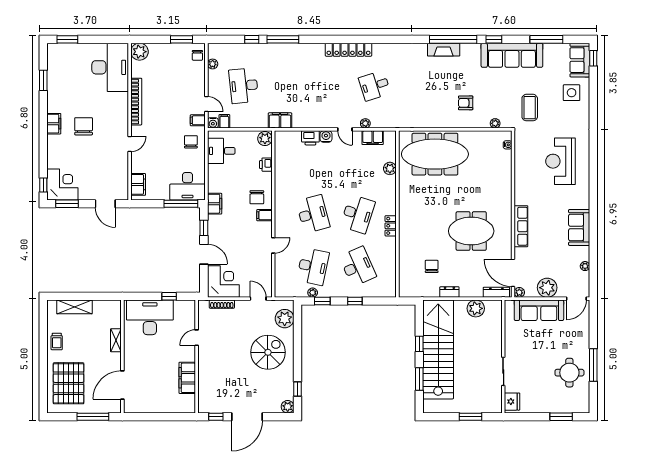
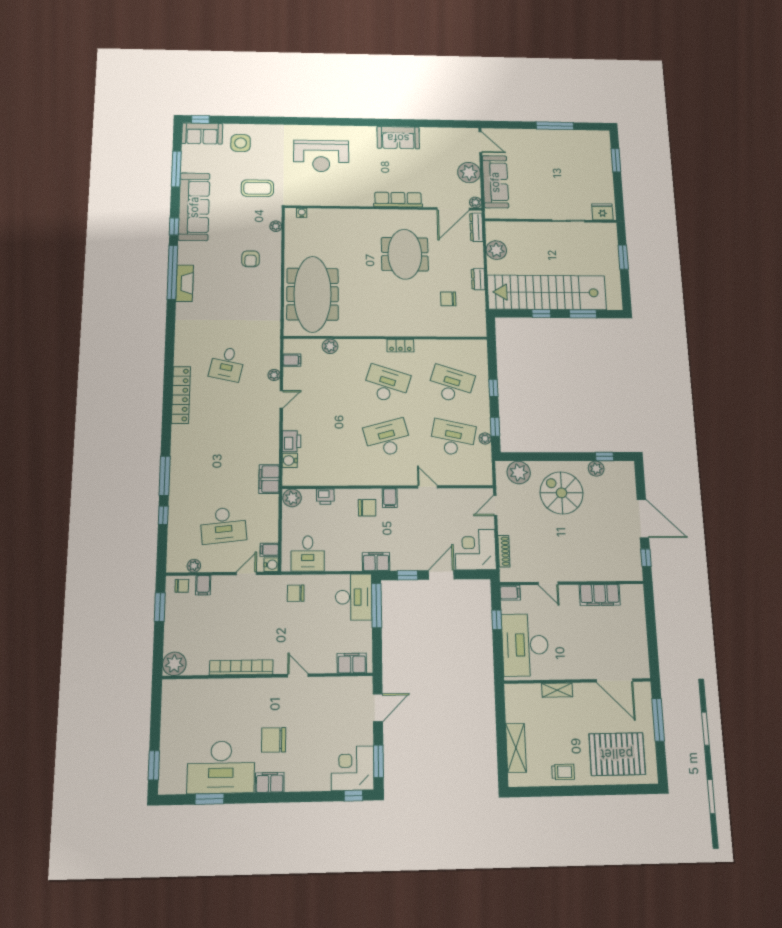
desk: (110, 67) -> (221, 767), moved, turned 180
desk: (375, 86) -> (227, 364), turned 30
filing cabinet: (198, 120) -> (203, 585), moved
water cooler: (326, 137) -> (290, 460), moved
filing cabinet: (373, 138) -> (292, 360), width x0.50
desk: (358, 266) -> (451, 384), turned 42
plant: (585, 266) -> (443, 132), removed
filing cabinet: (190, 308) -> (510, 593), added
round table: (569, 373) -> (565, 151), removed
plant: (288, 407) -> (596, 469), moved

